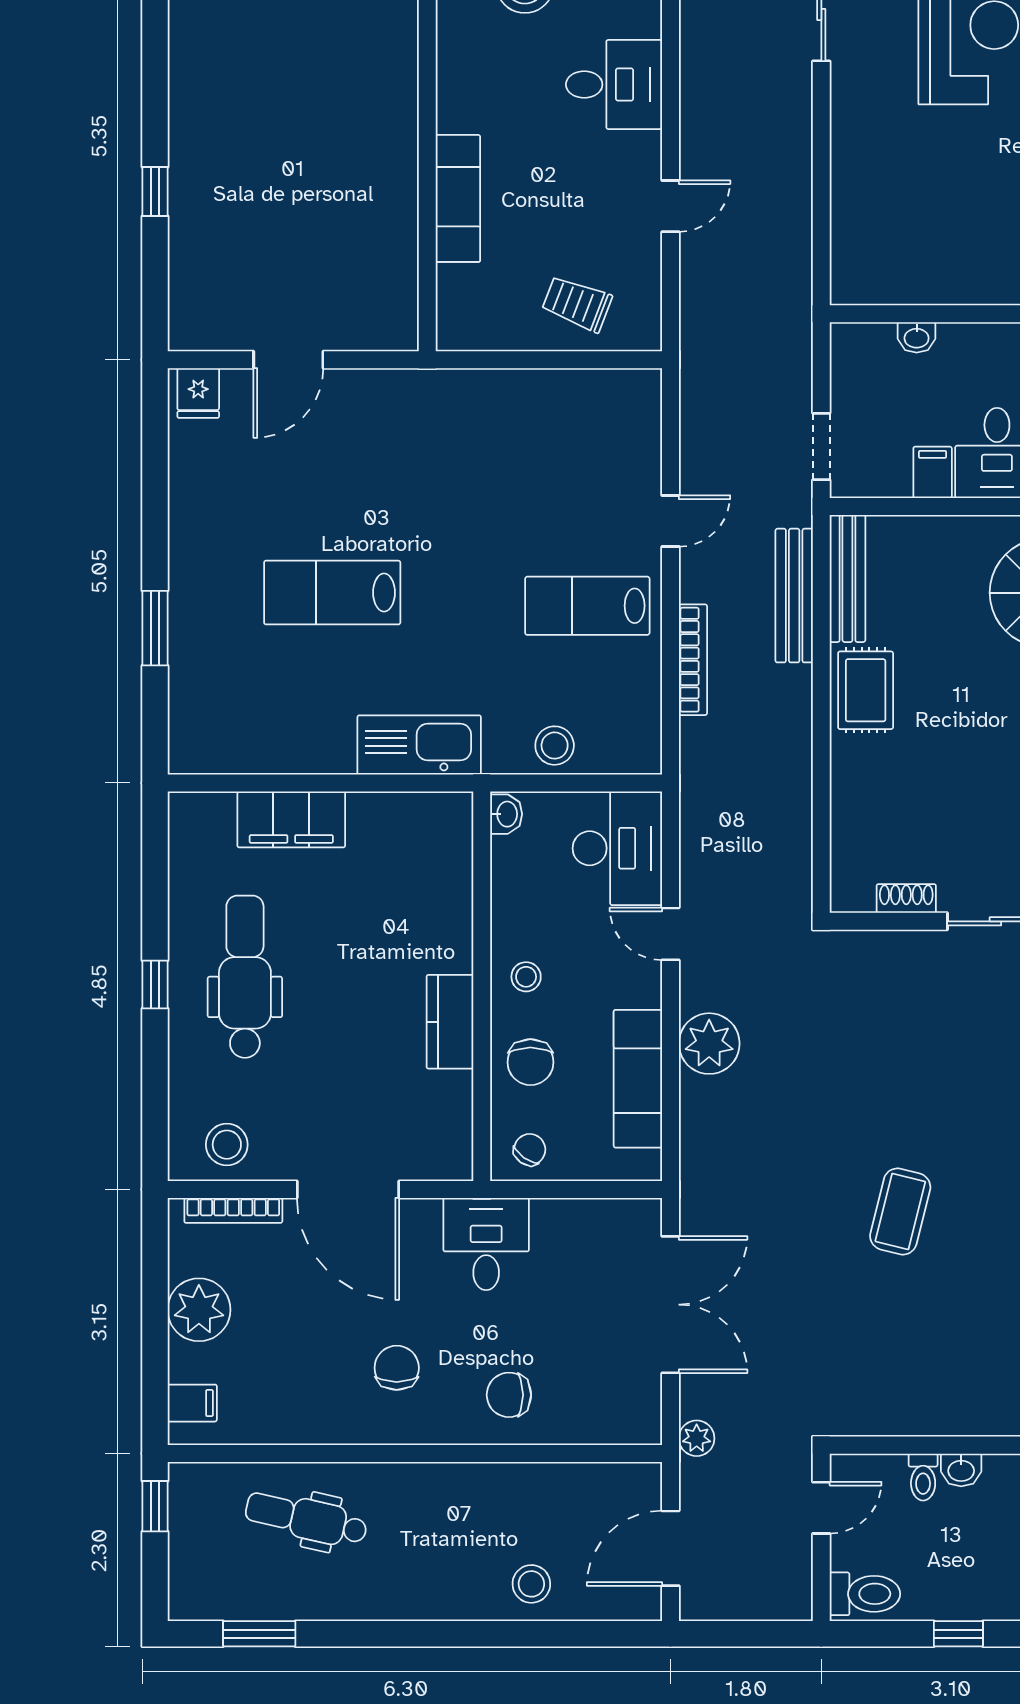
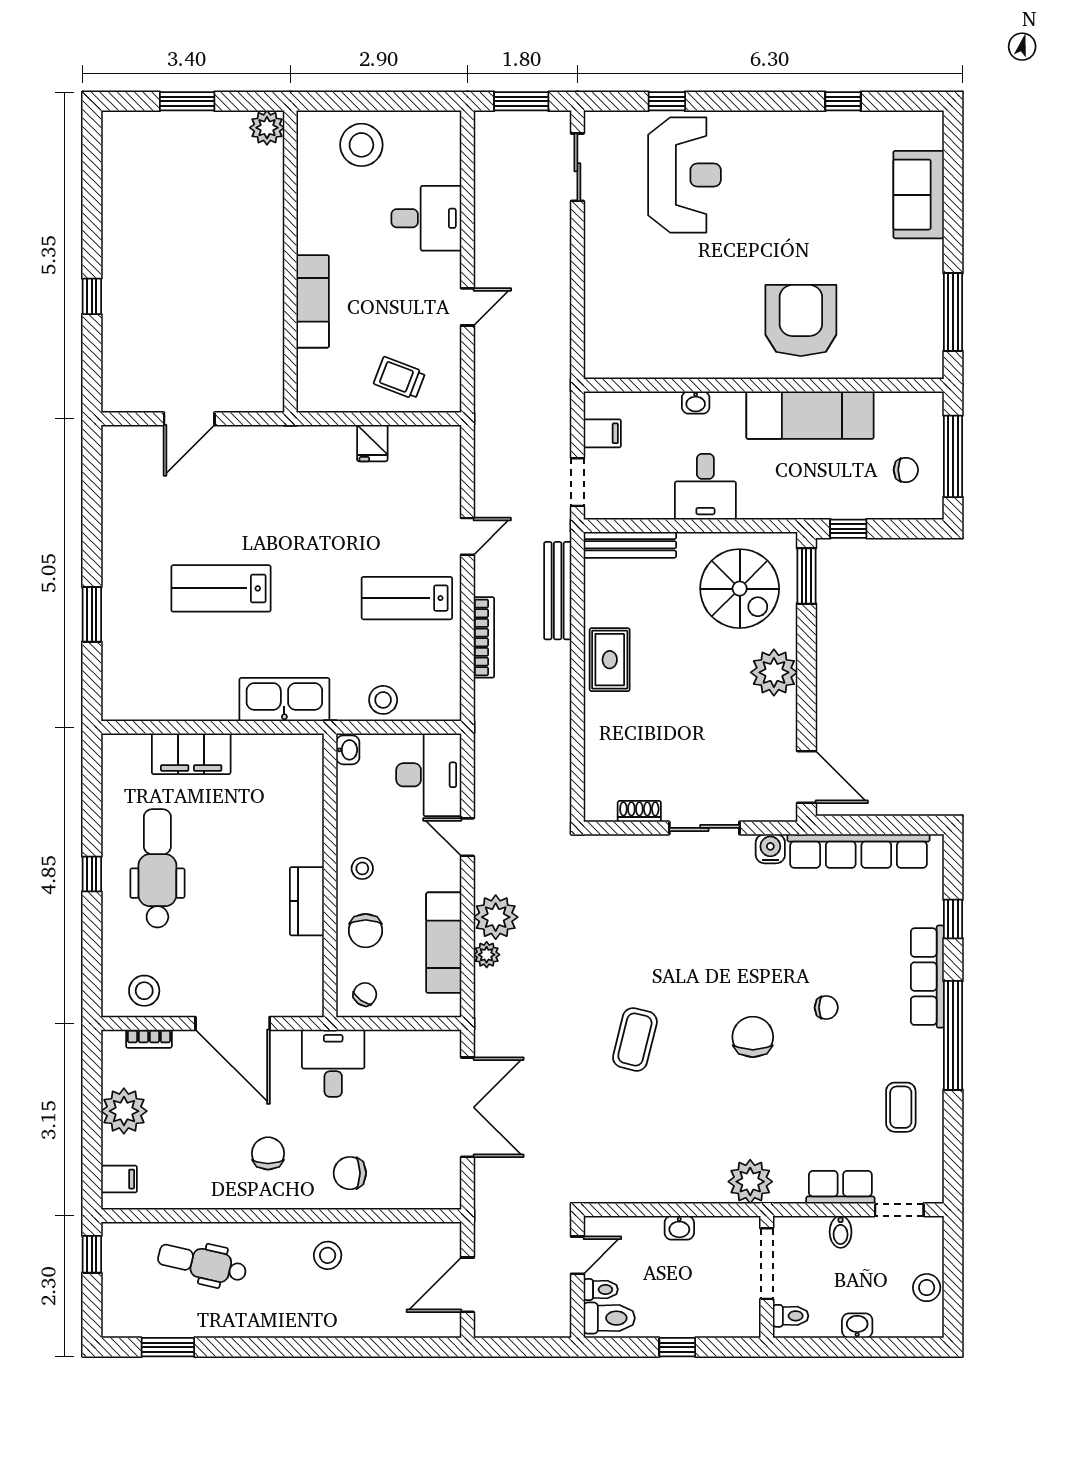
washbasin: (917, 337) -> (696, 402), moved
fridge: (198, 393) -> (372, 443), moved
filing cabinet: (933, 472) -> (602, 433), moved, turned 90
bench: (847, 578) -> (630, 545), moved, turned 90
bookcase: (233, 1210) -> (149, 1039), width x0.64
plant: (697, 1438) -> (487, 955), moved
toilet: (923, 1477) -> (601, 1289), moved, turned -90
stool: (531, 1584) -> (328, 1255), moved

